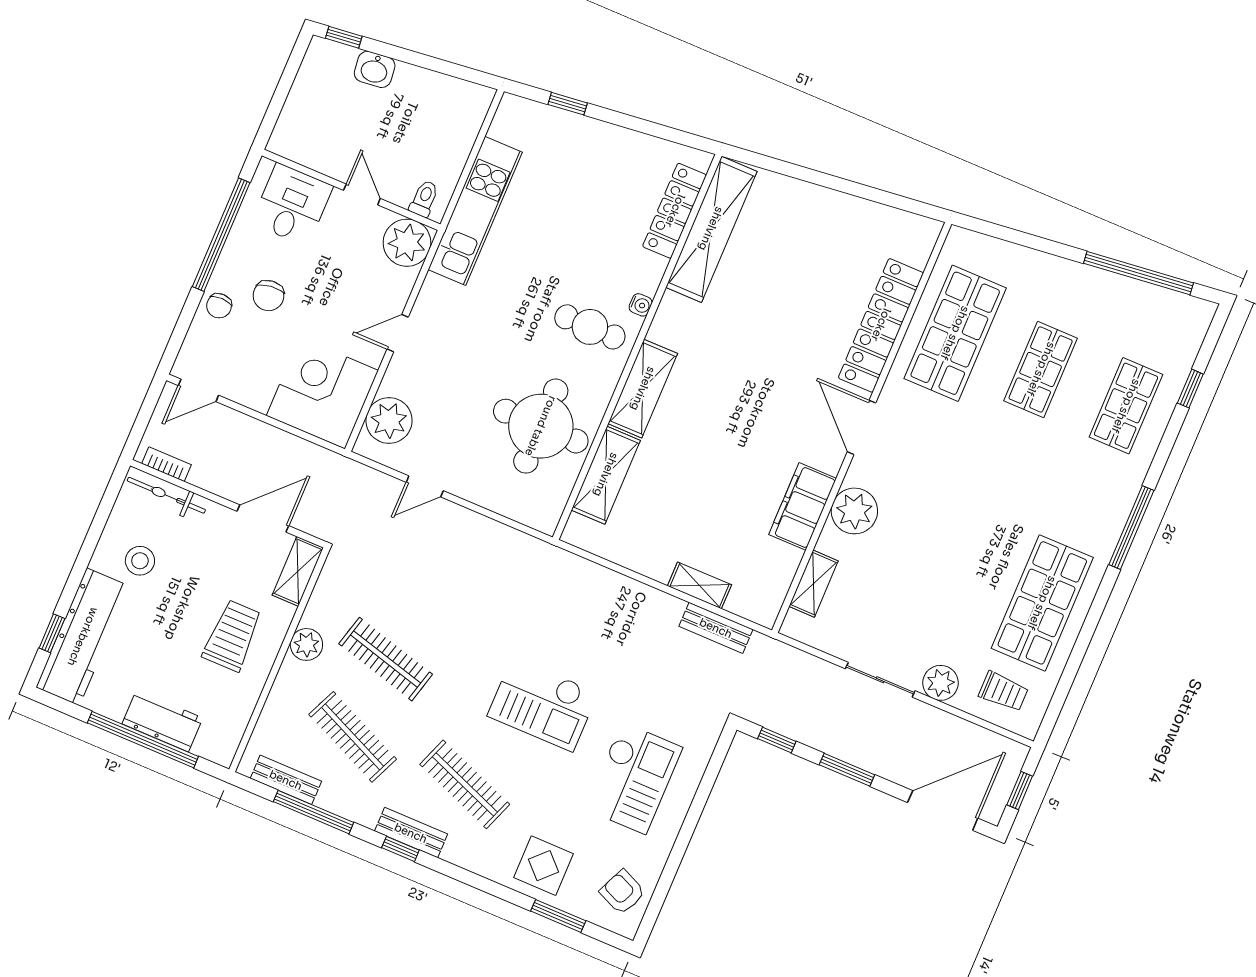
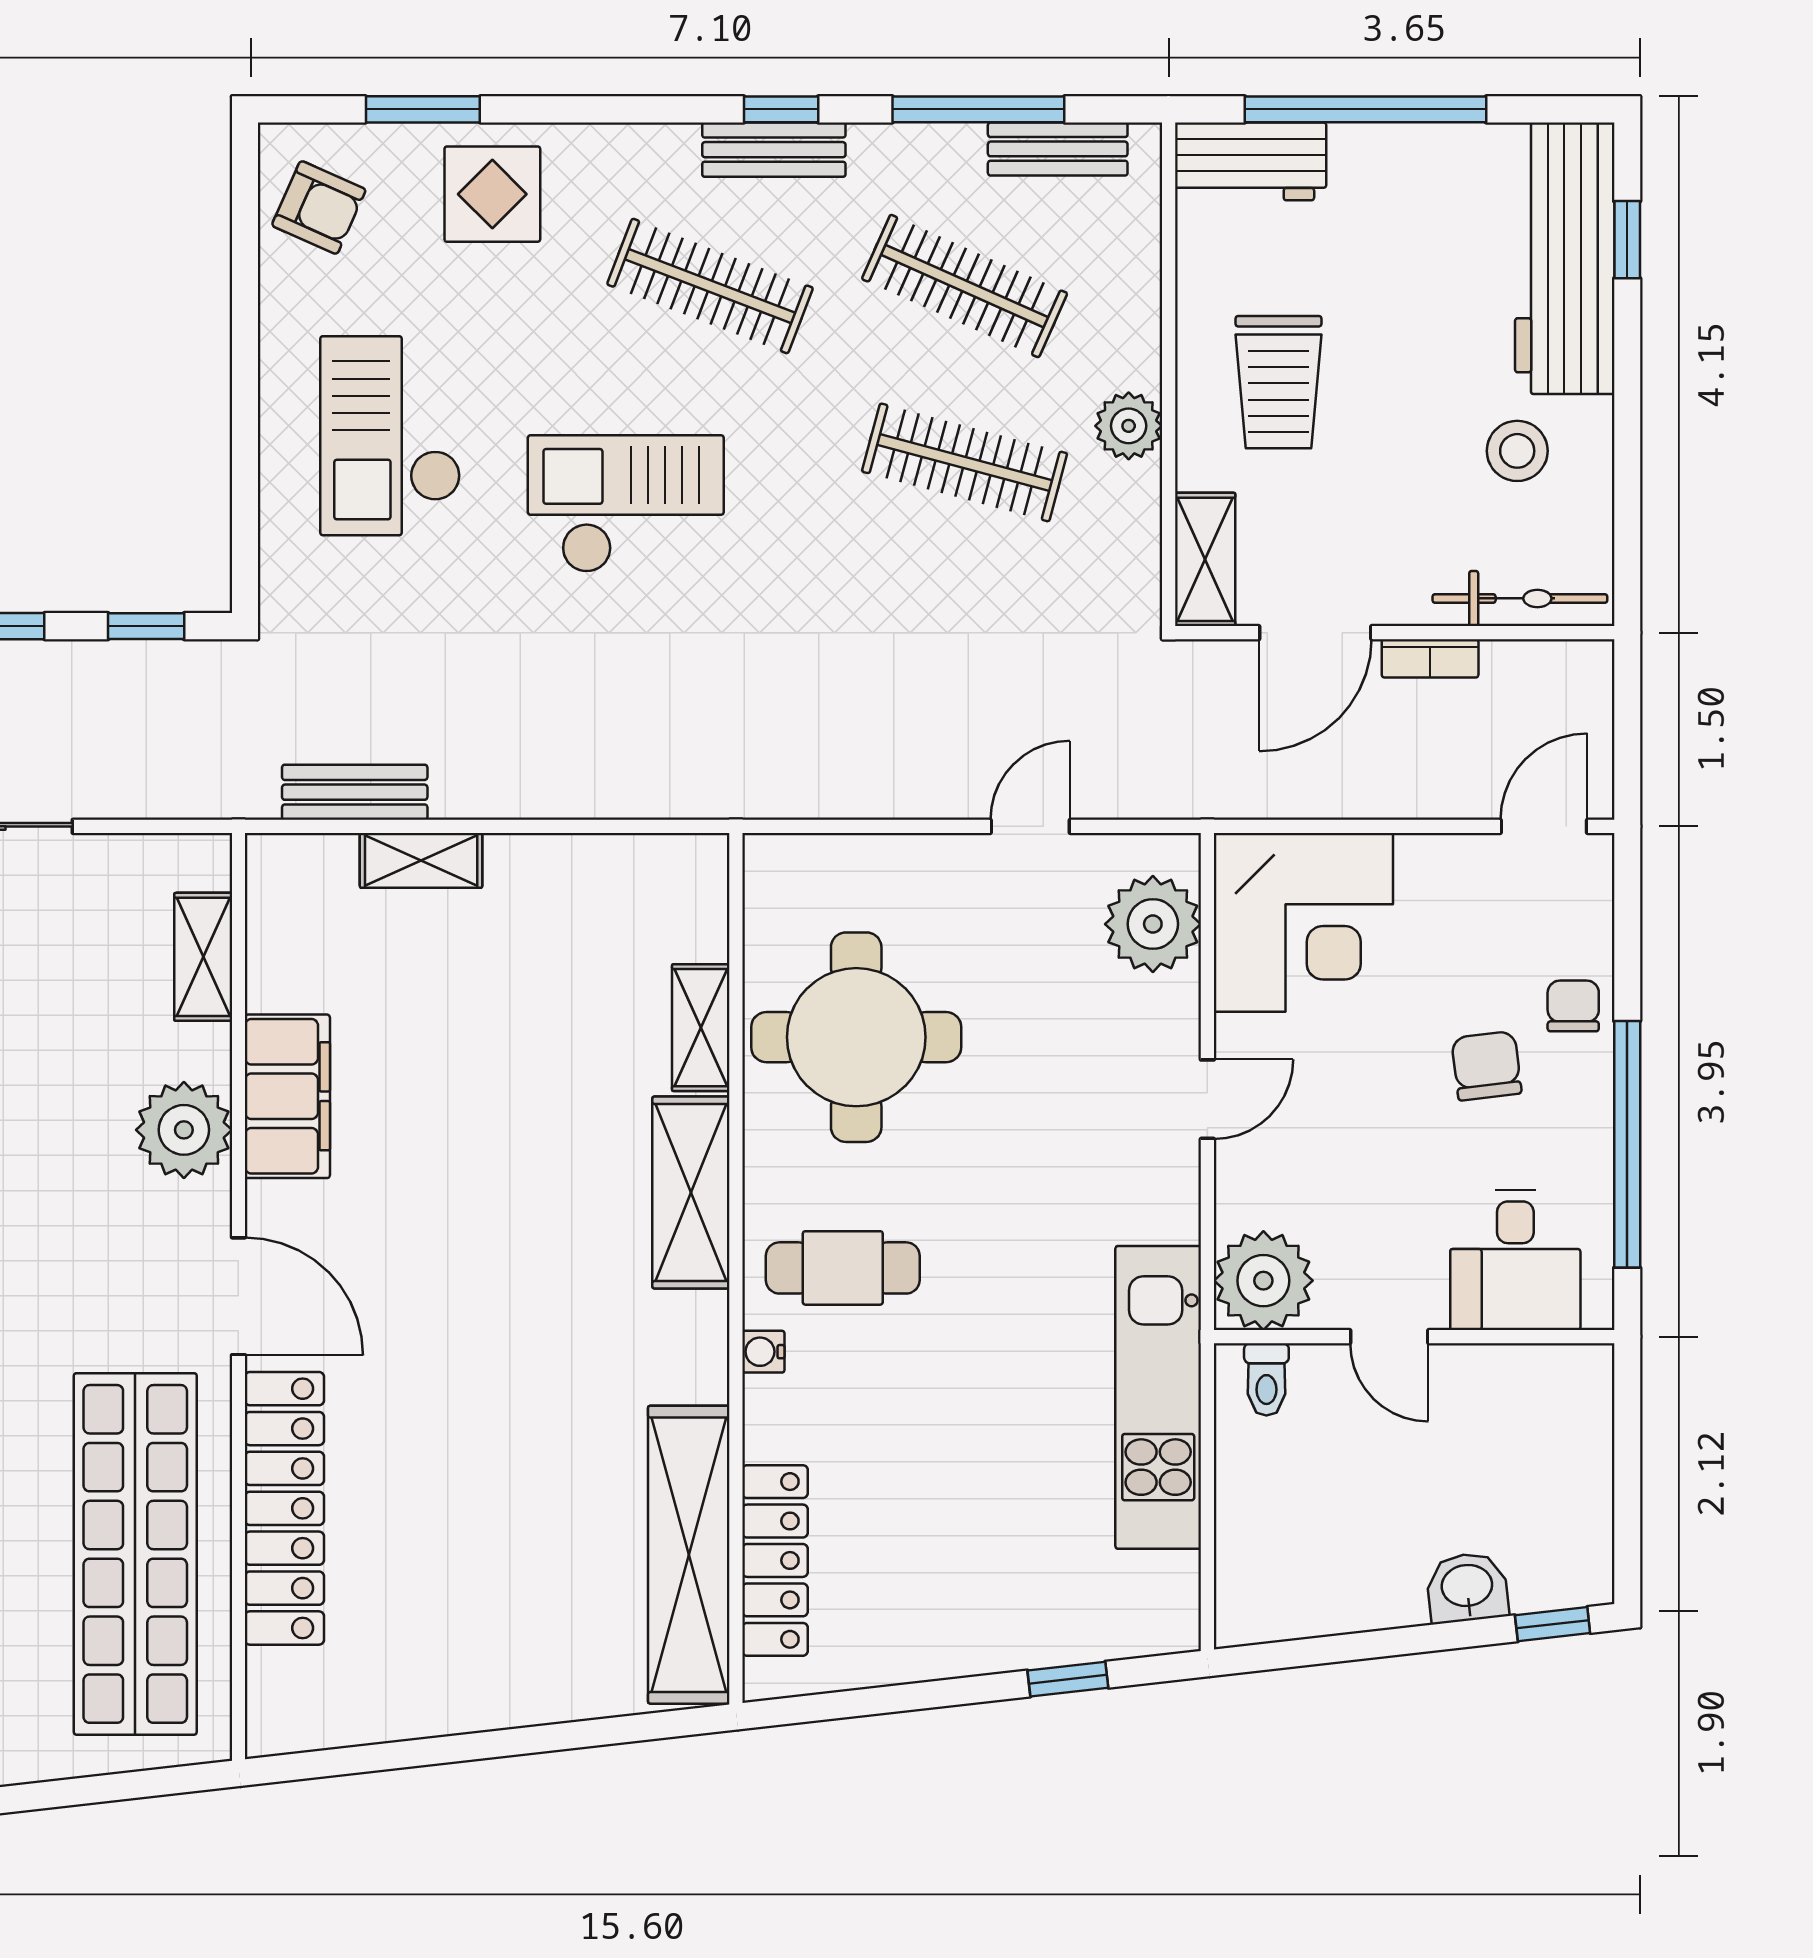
shop shelf: (955, 333) -> (135, 1554), width x1.40
bookcase: (167, 464) -> (1430, 658), moved
shelving: (606, 475) -> (701, 1028), width x0.67, depth x0.75
workbench: (162, 721) -> (1251, 161), moved

